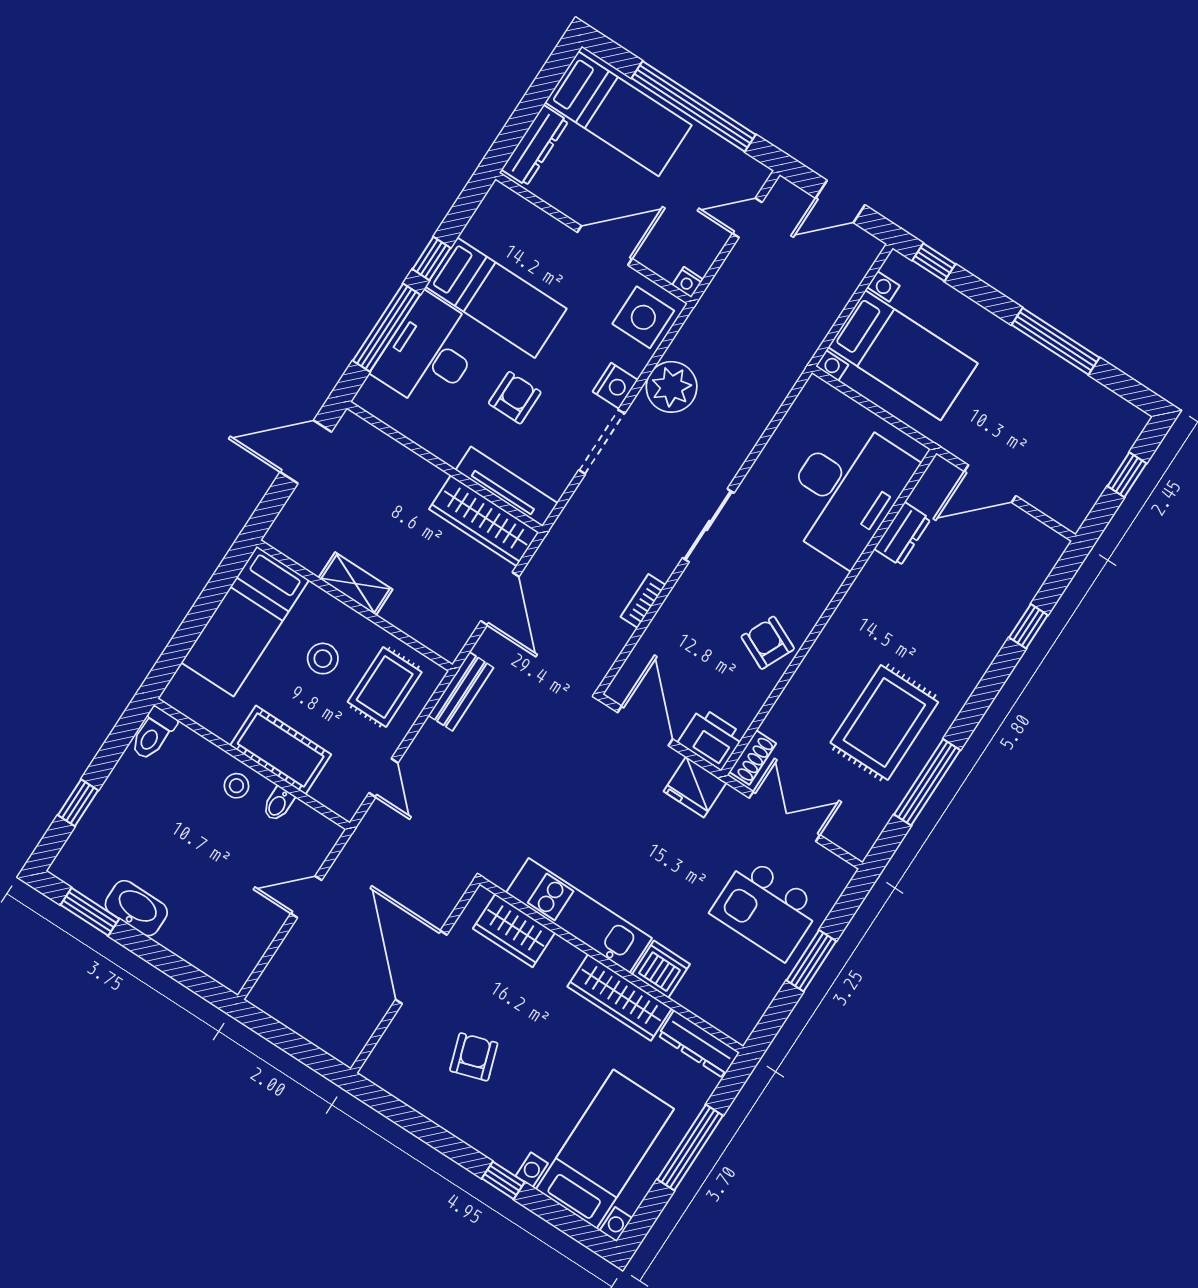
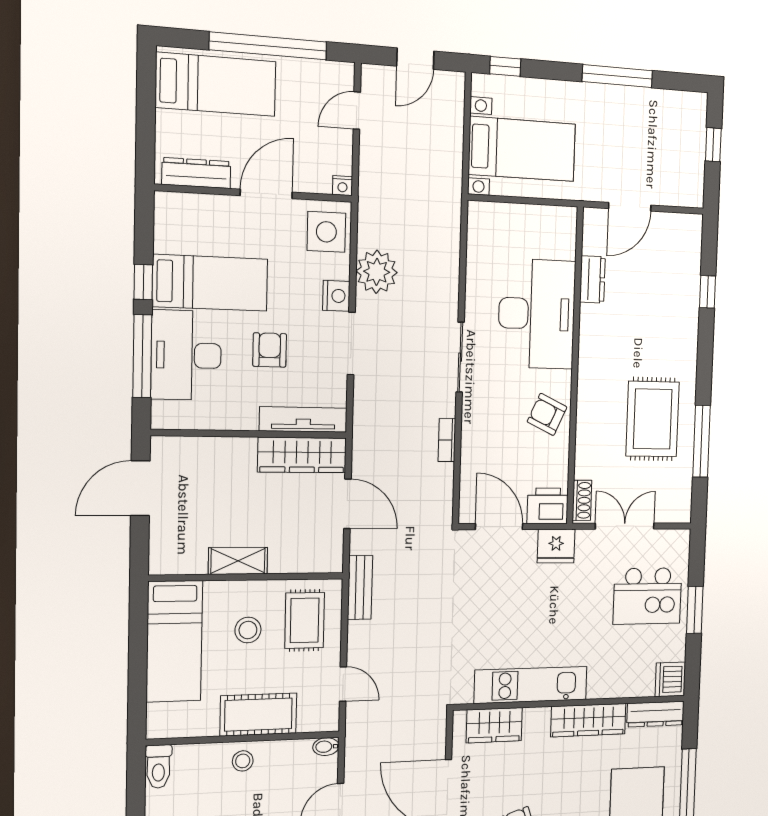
dresser: (535, 145) -> (196, 173), moved, turned -90
desk: (845, 491) -> (537, 314), moved
bidet: (278, 804) -> (326, 747), moved, turned 90
dishwasher: (661, 969) -> (670, 679), moved, turned -90

